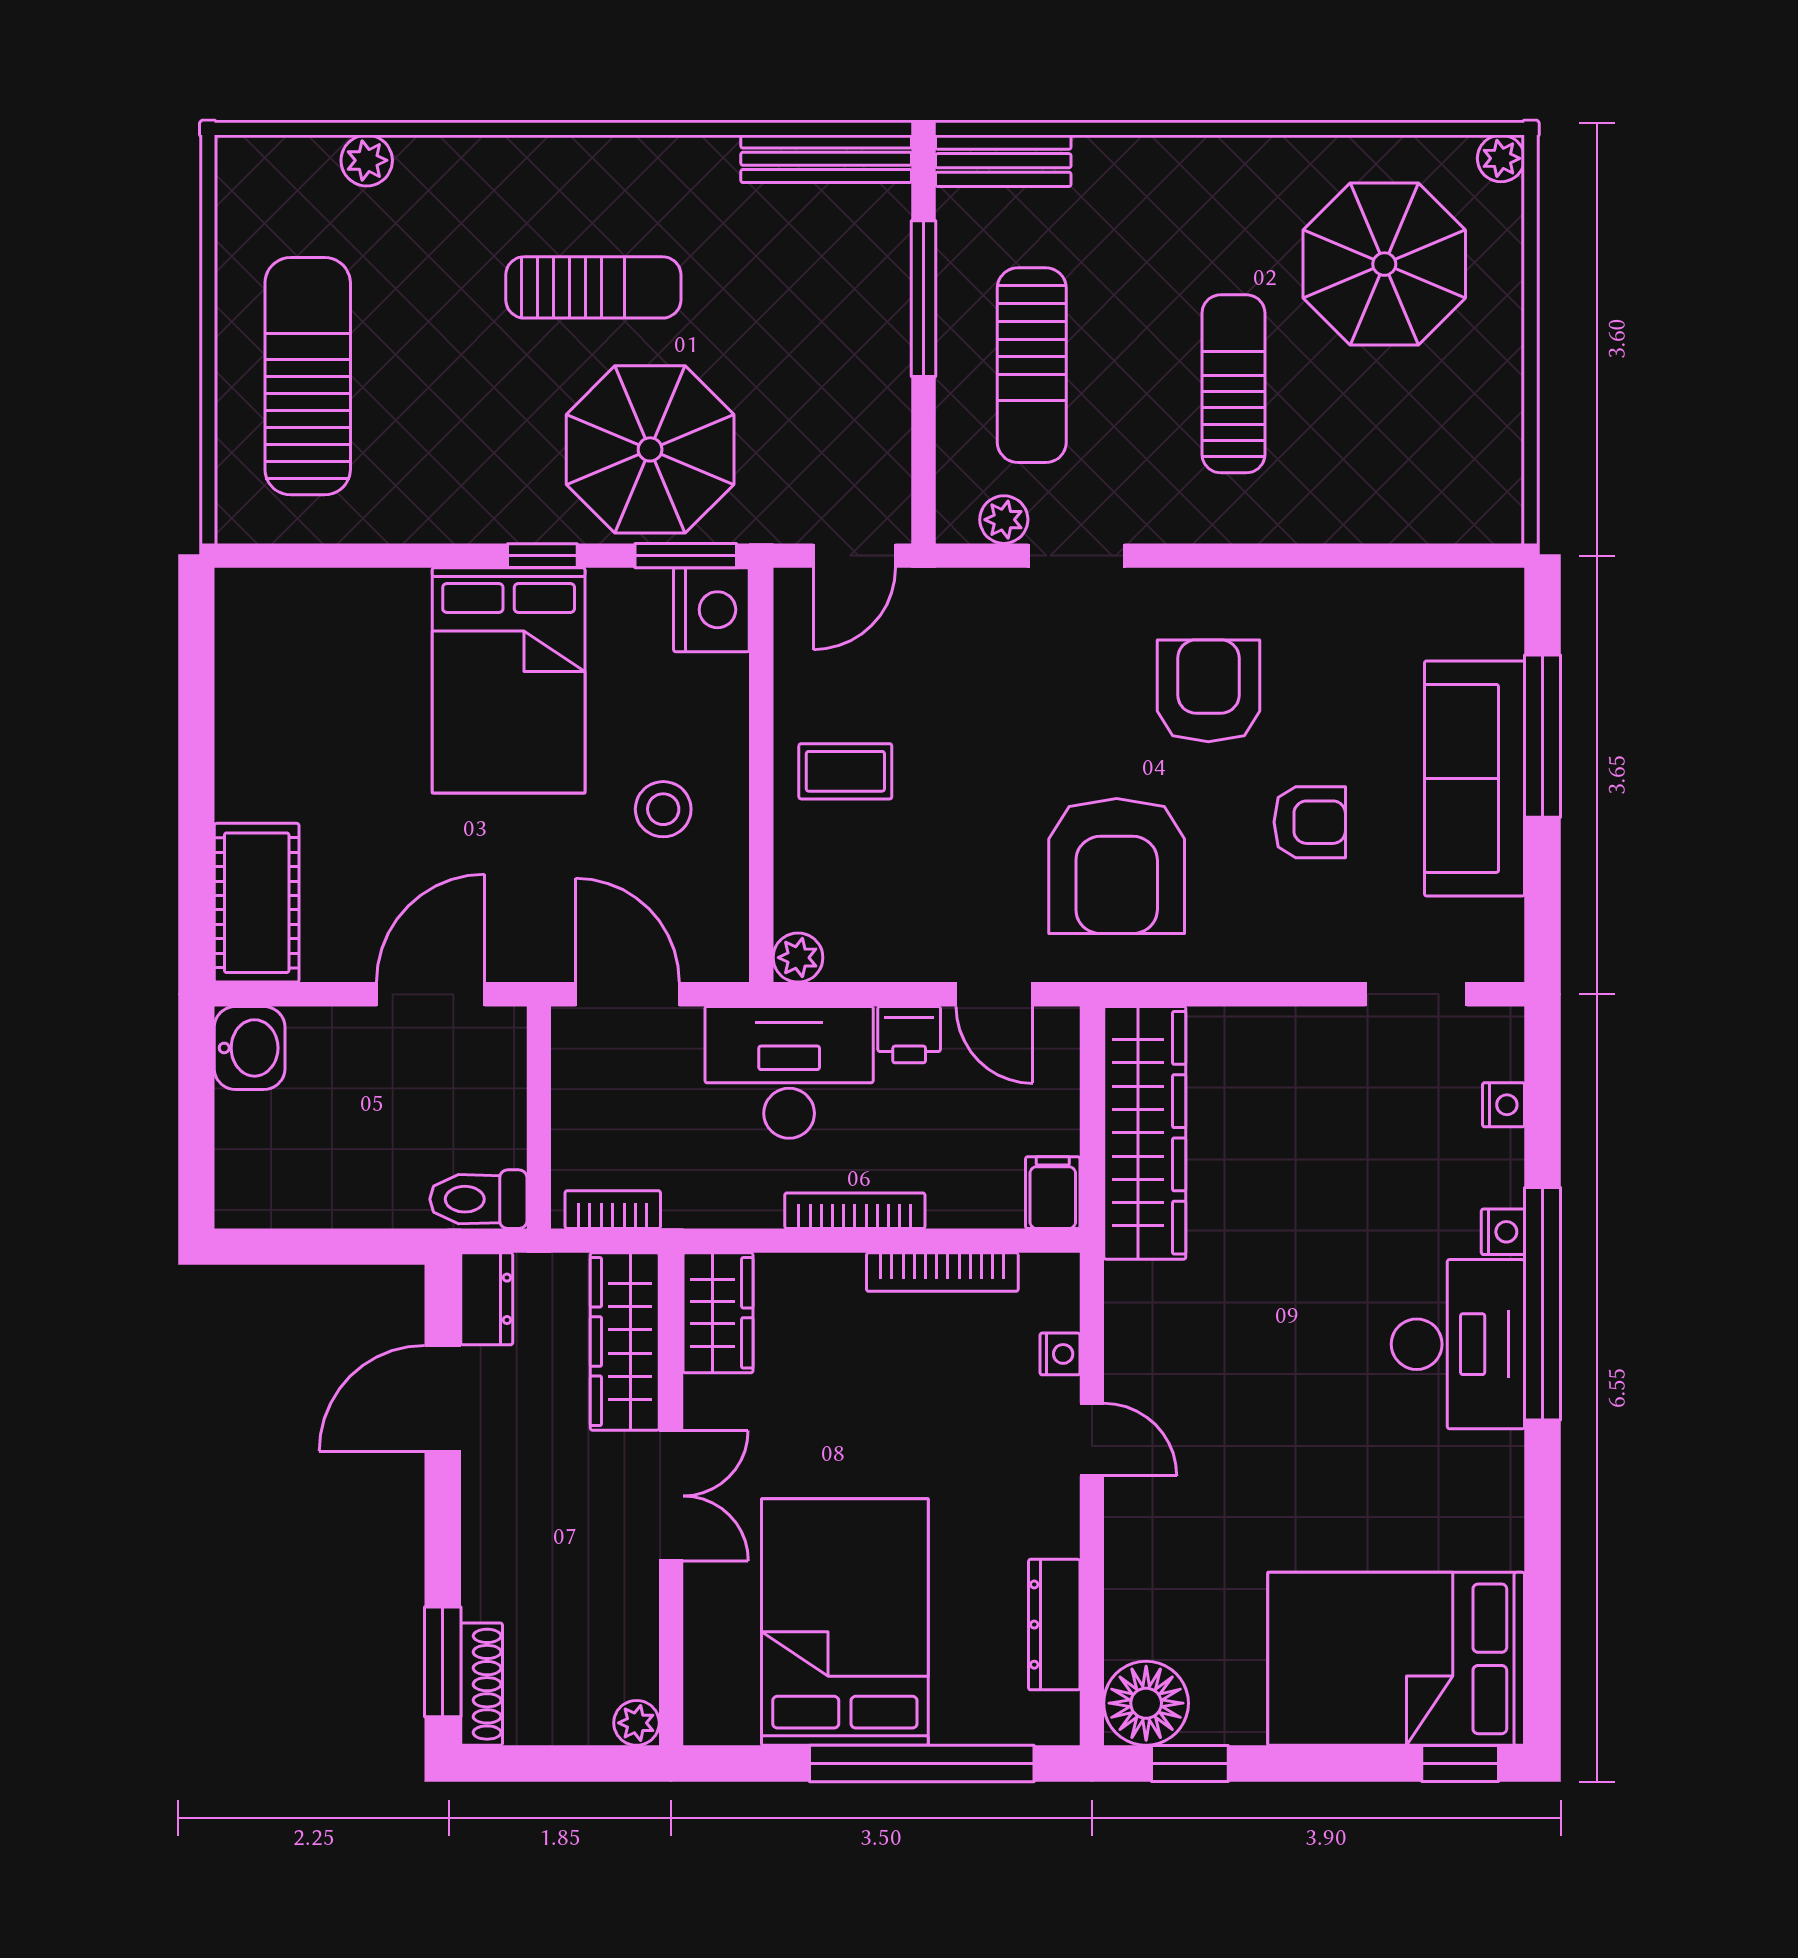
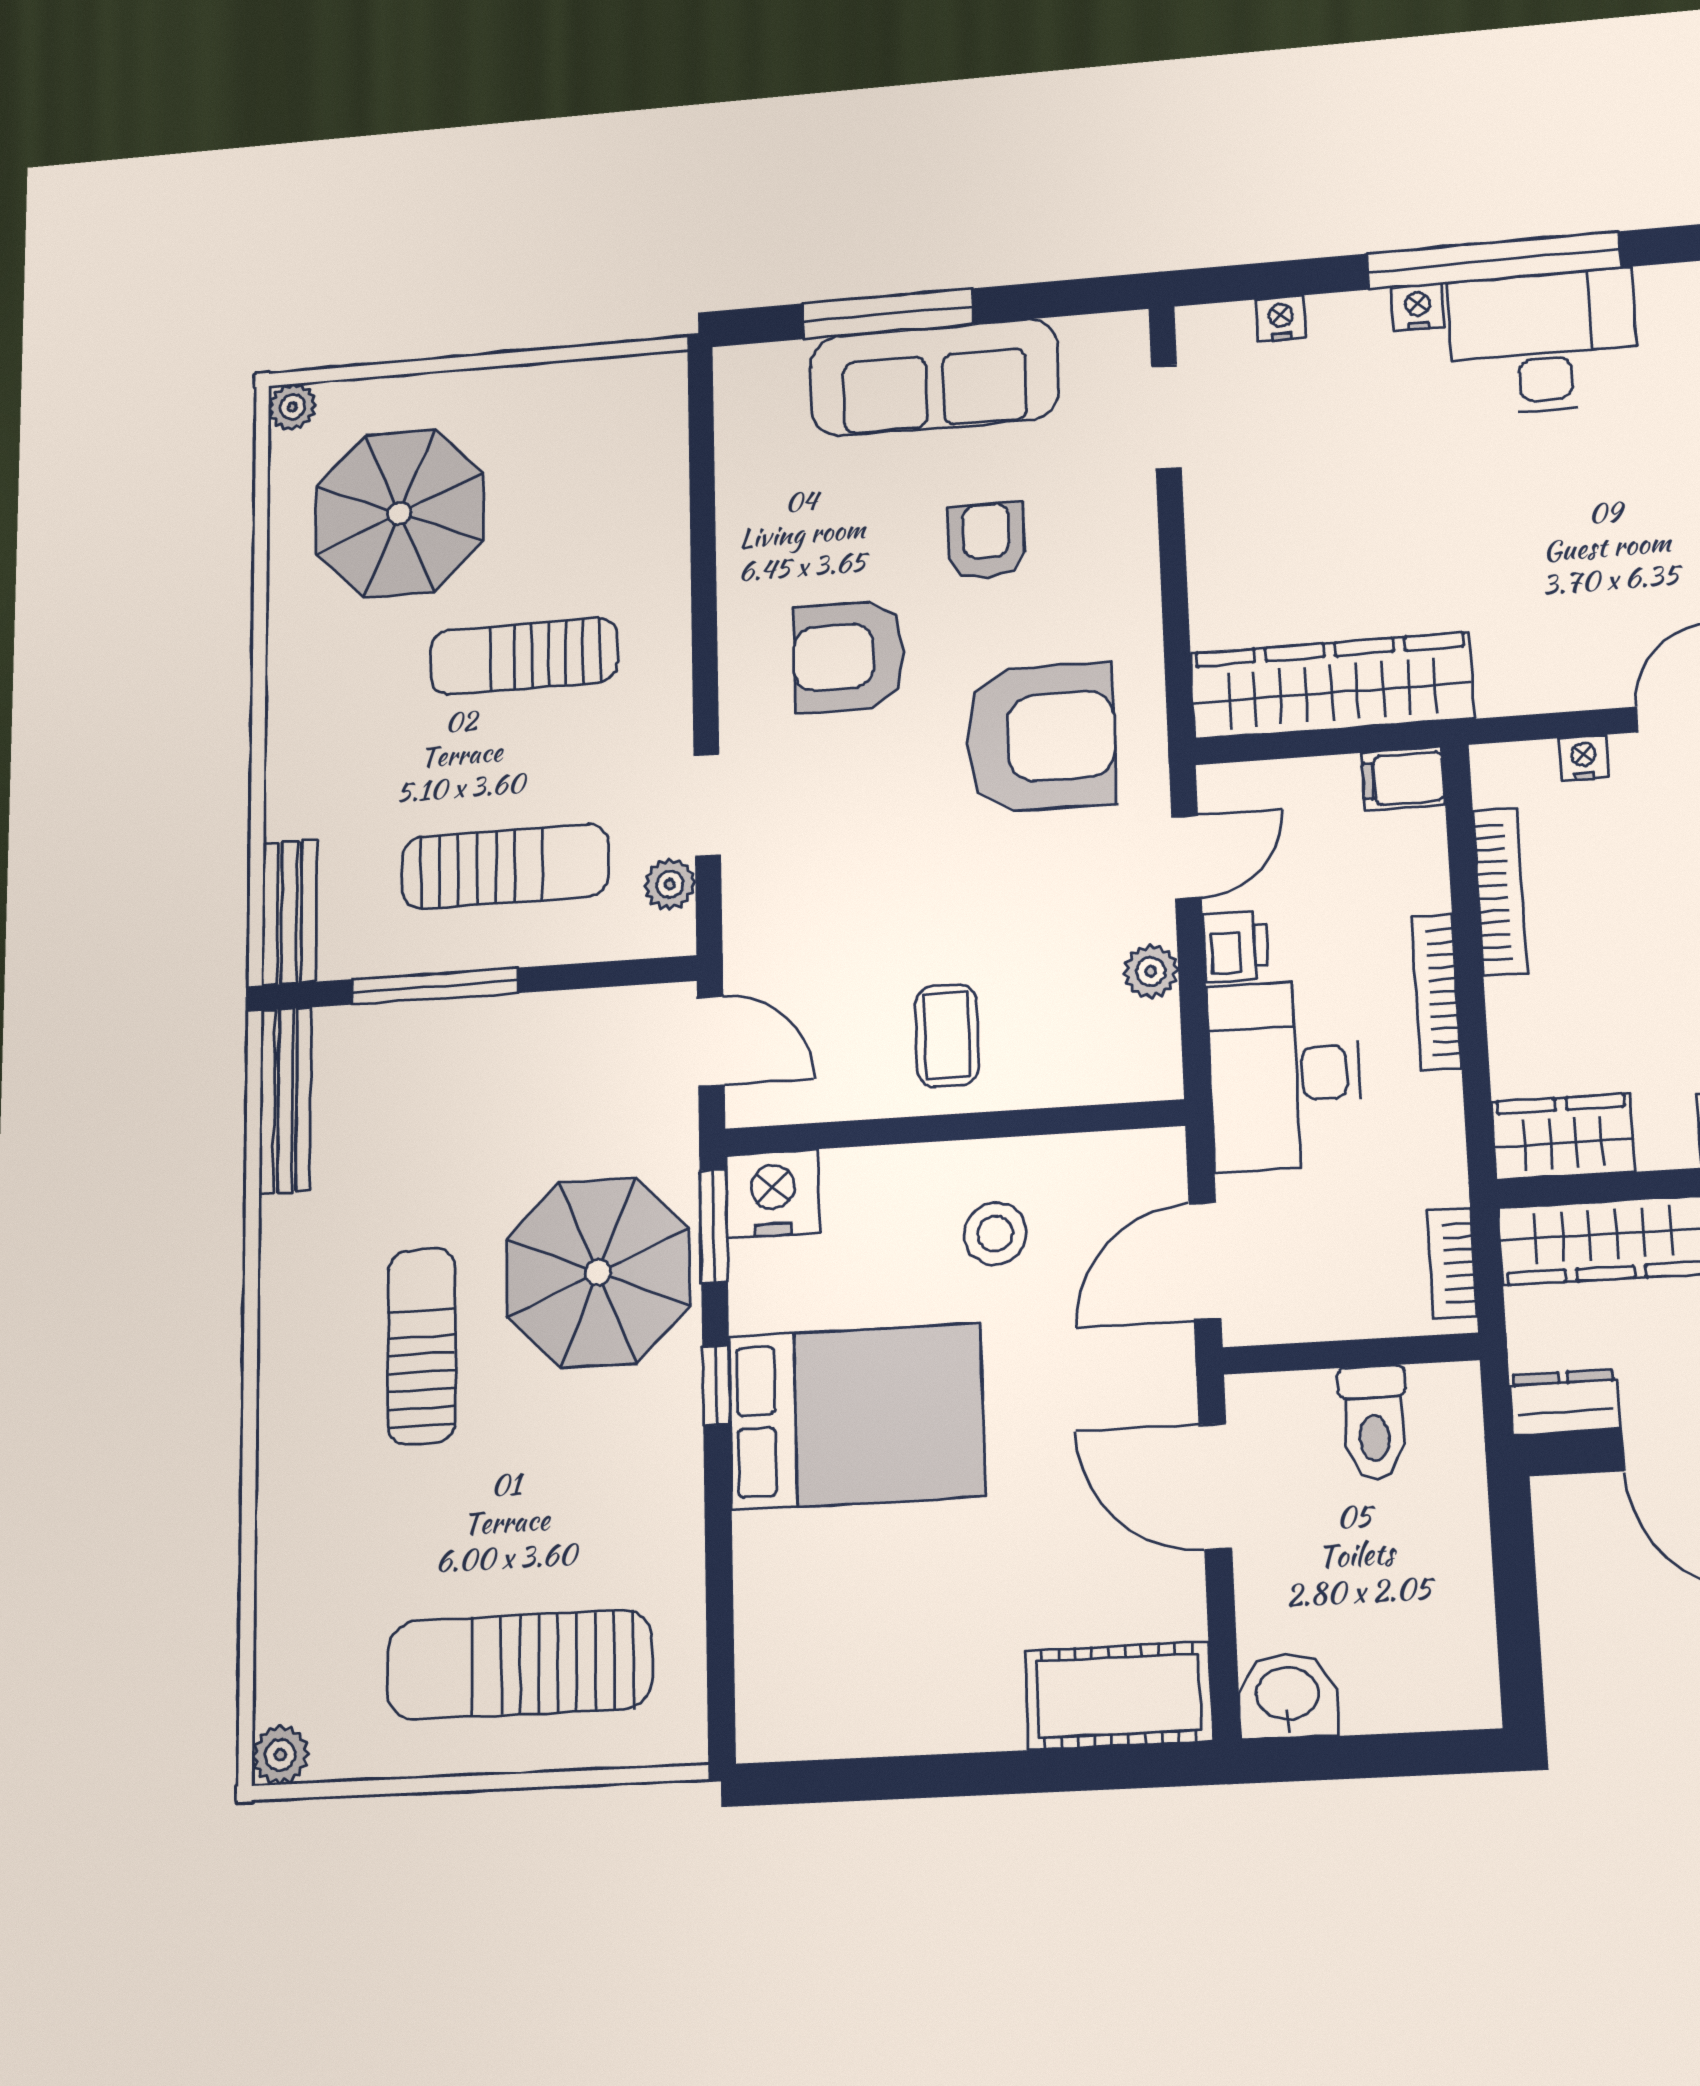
plant: (367, 160) -> (280, 1755), moved
plant: (798, 958) -> (1151, 971), moved
toilet: (478, 1199) -> (1374, 1422), moved

